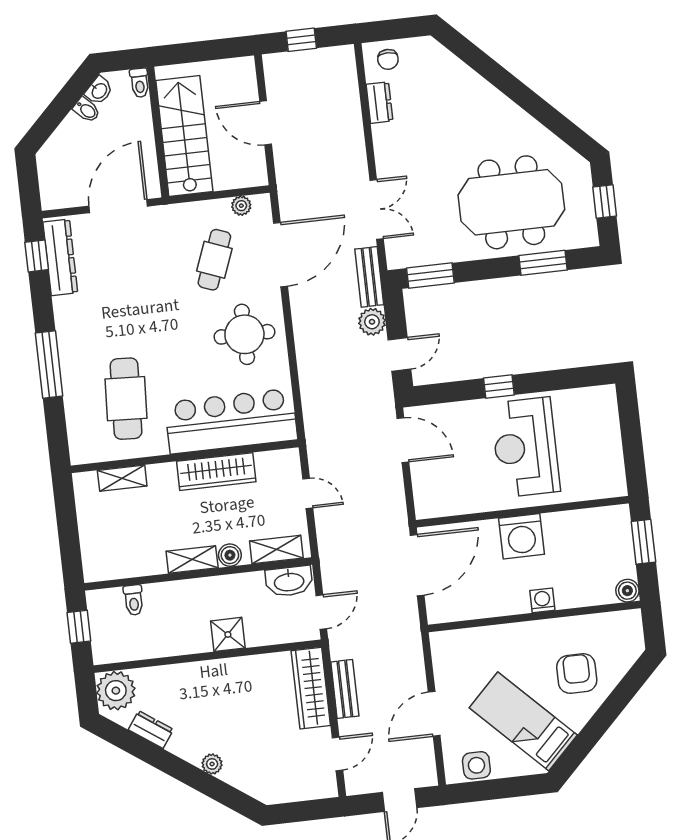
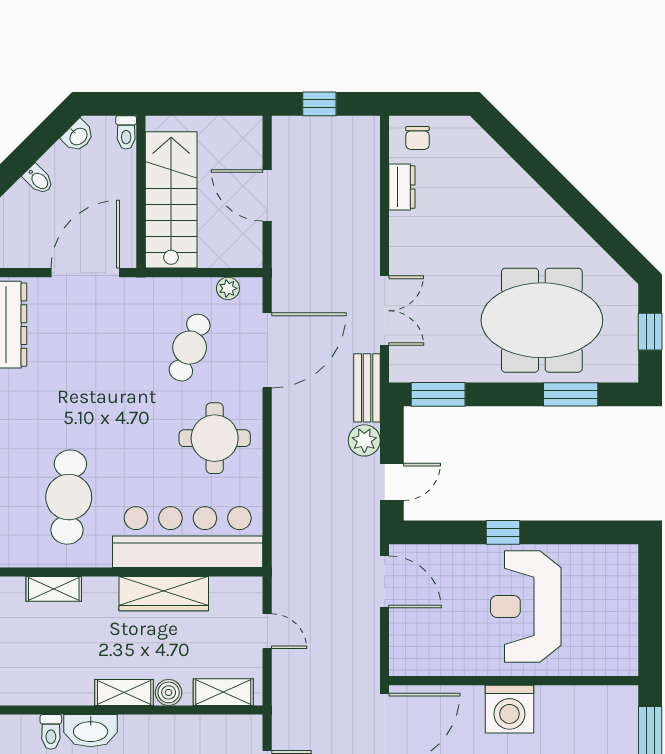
bidet: (86, 110) -> (38, 179), moved
washbasin: (289, 581) -> (91, 731), moved

